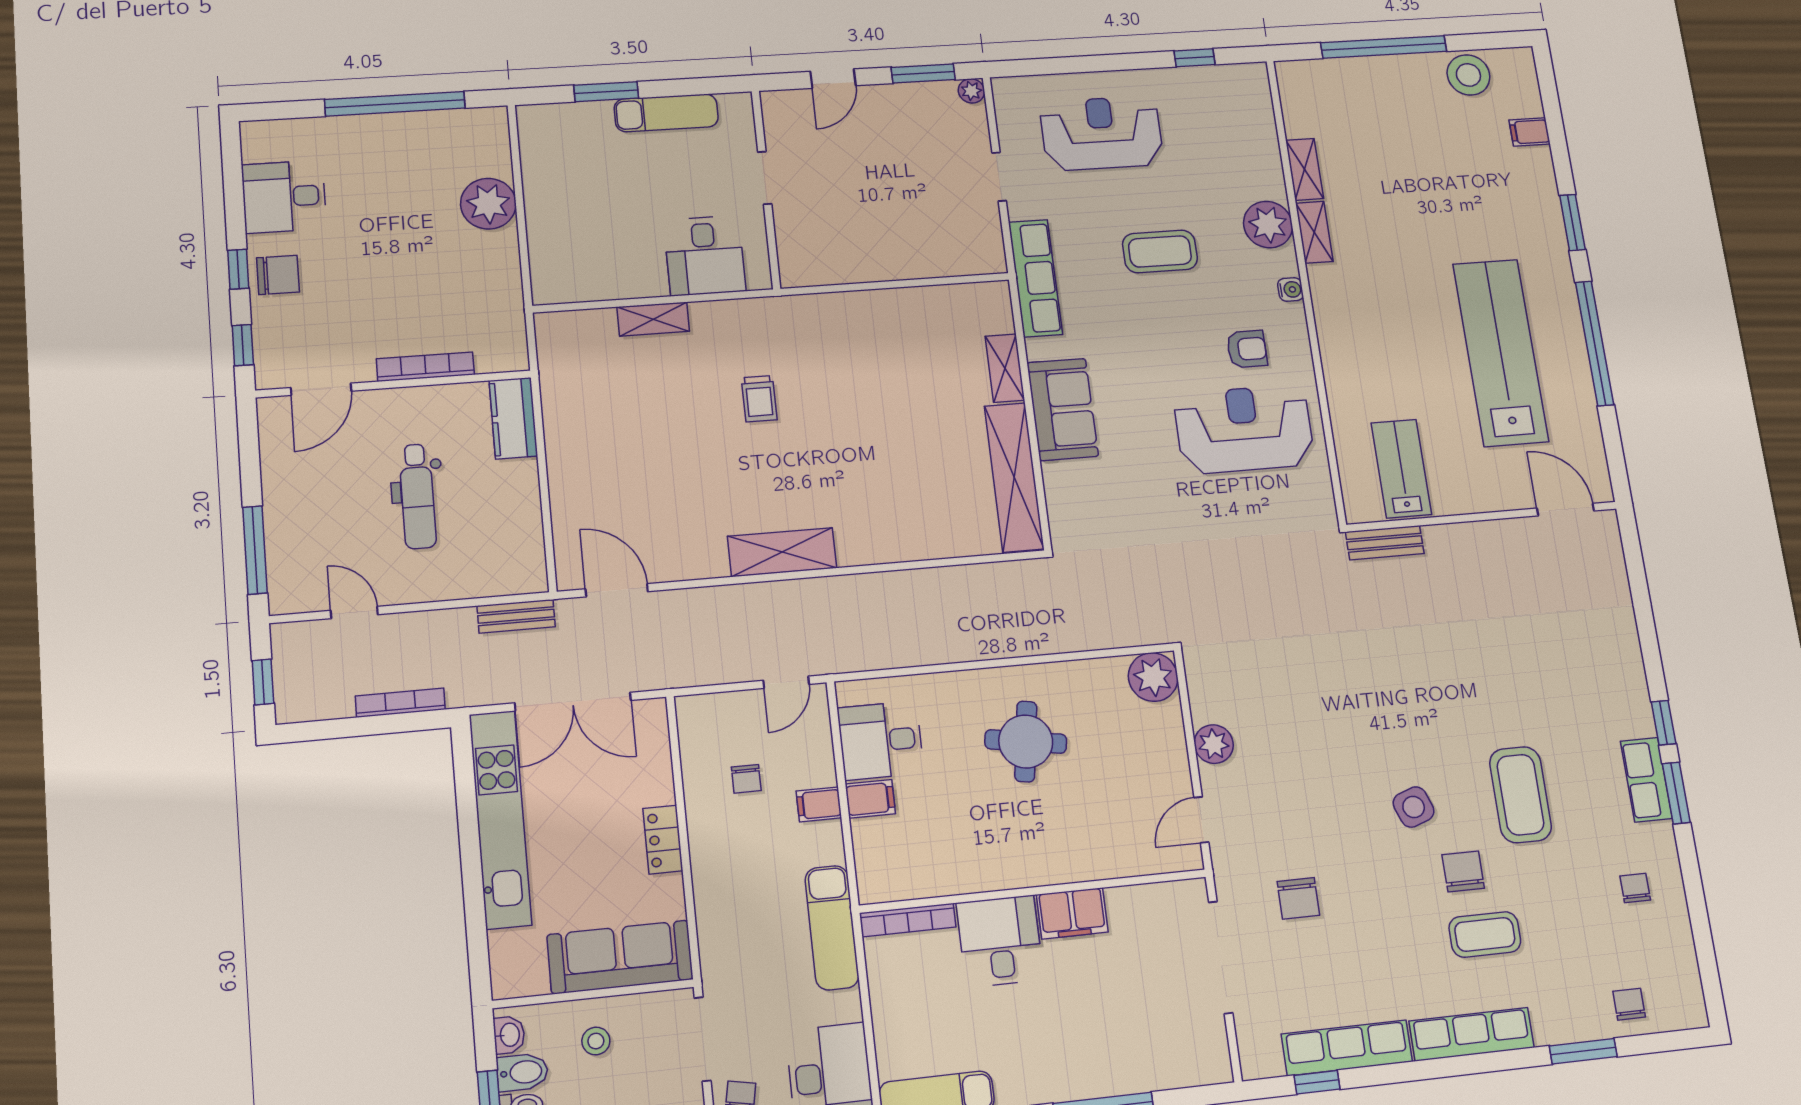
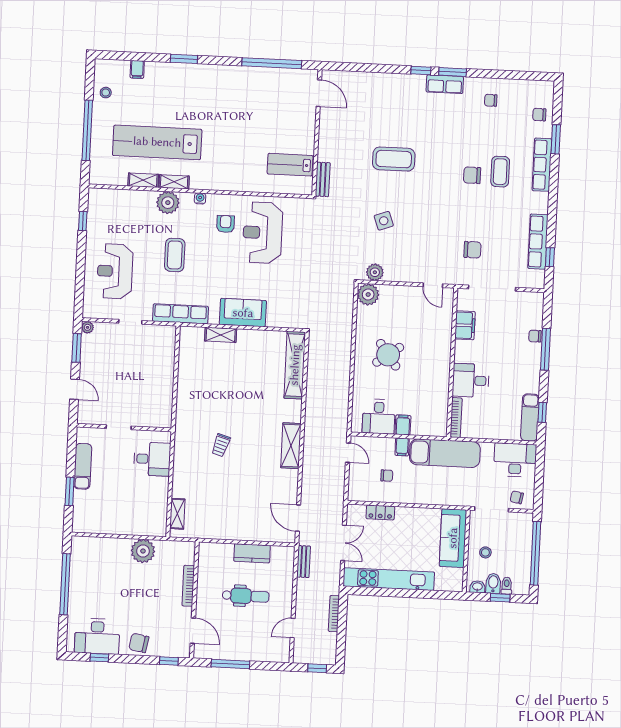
stool: (1468, 75) -> (106, 93), width x0.53, depth x0.53
desk: (284, 197) -> (97, 636), width x1.37
plant: (488, 204) -> (143, 551), moved
window: (238, 269) -> (99, 658), moved
chair: (278, 275) -> (139, 643), turned -80
shelving: (653, 319) -> (177, 514), moved
window: (1594, 343) -> (272, 63), moved
lab bench: (1501, 352) -> (157, 142), moved
trolley: (759, 399) -> (221, 445), turned 107
kitchen counter: (513, 418) -> (252, 553), moved
shelving: (1014, 477) -> (295, 365), moved, turned 90
door: (1566, 510) -> (319, 93), swing flipped
window: (255, 550) -> (230, 664), moved
door: (617, 590) -> (298, 518), hinge flipped
double door: (573, 702) -> (344, 543), width x0.73
round table: (1026, 742) -> (388, 355), turned 45
plant: (1214, 744) -> (375, 272), moved
coffee table: (1520, 795) -> (394, 159), moved
side table: (1414, 807) -> (384, 221), moved
locker: (663, 840) -> (380, 512), moved
filing cabinet: (1072, 913) -> (465, 325), moved
exam couch: (832, 928) -> (445, 453), width x1.36, depth x1.45
row of seats: (1472, 1034) -> (542, 165), moved
chair: (1129, 1077) -> (535, 336), added

